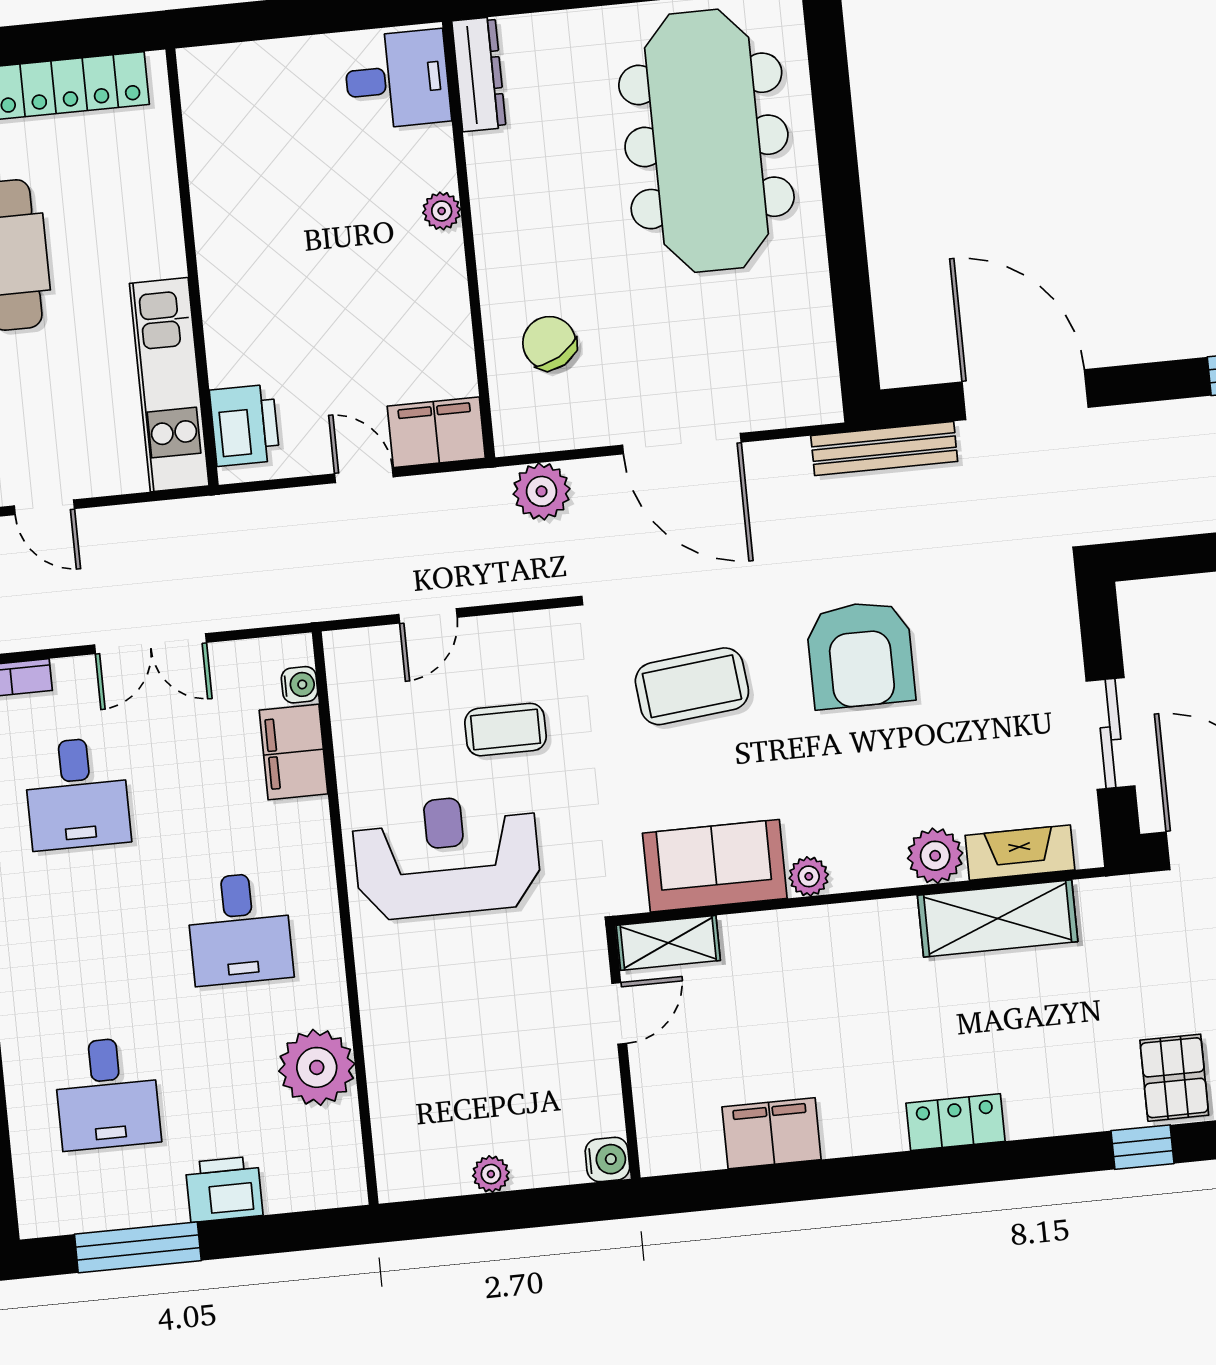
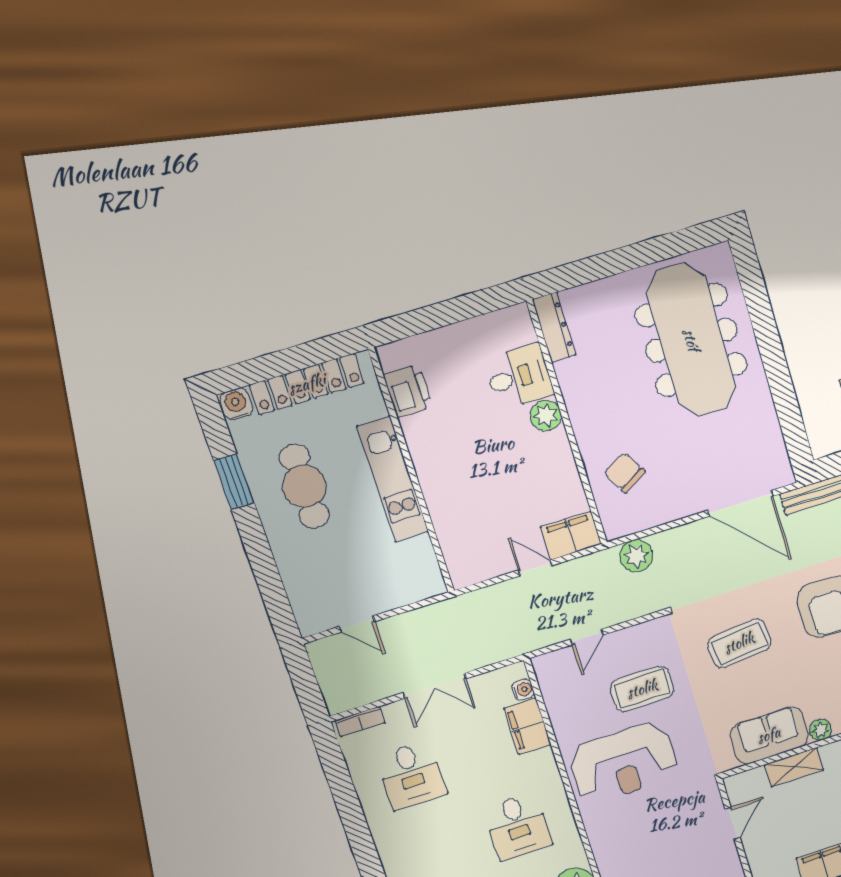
desk: (397, 80) -> (519, 377), moved
plant: (442, 211) -> (546, 416), width x1.38, depth x1.38
kitchen unit: (169, 385) -> (393, 479), moved
printer: (245, 425) -> (408, 391), moved
door: (682, 444) -> (741, 503), moved
coffee table: (505, 730) -> (642, 689), width x1.36, depth x1.30
reception desk: (447, 856) -> (623, 763), turned 180
shelving: (668, 943) -> (794, 767), moved

